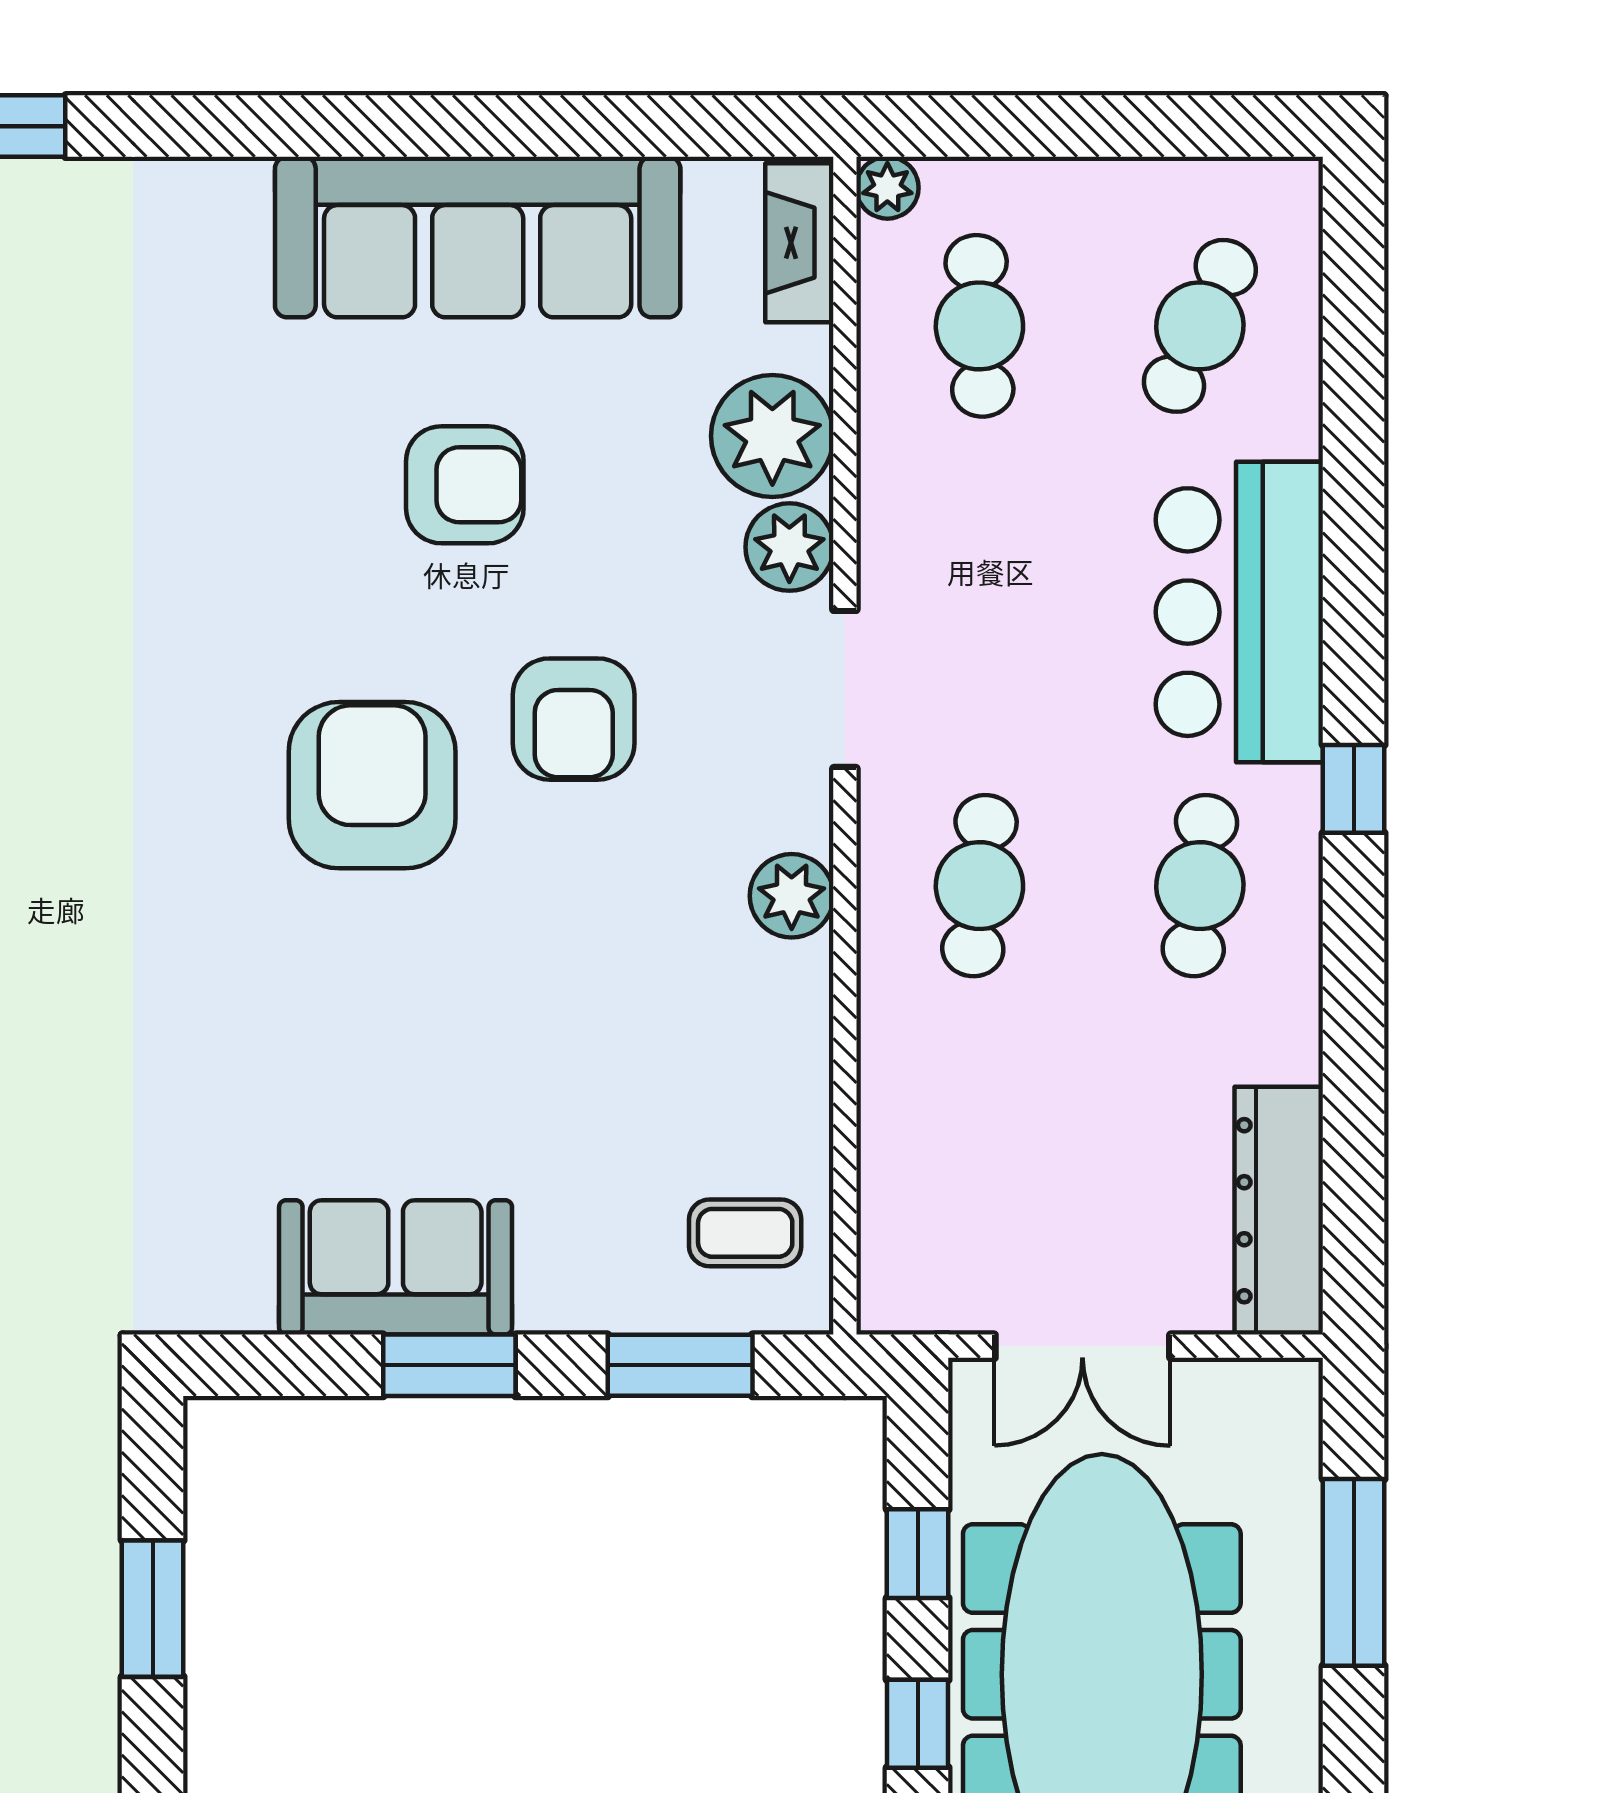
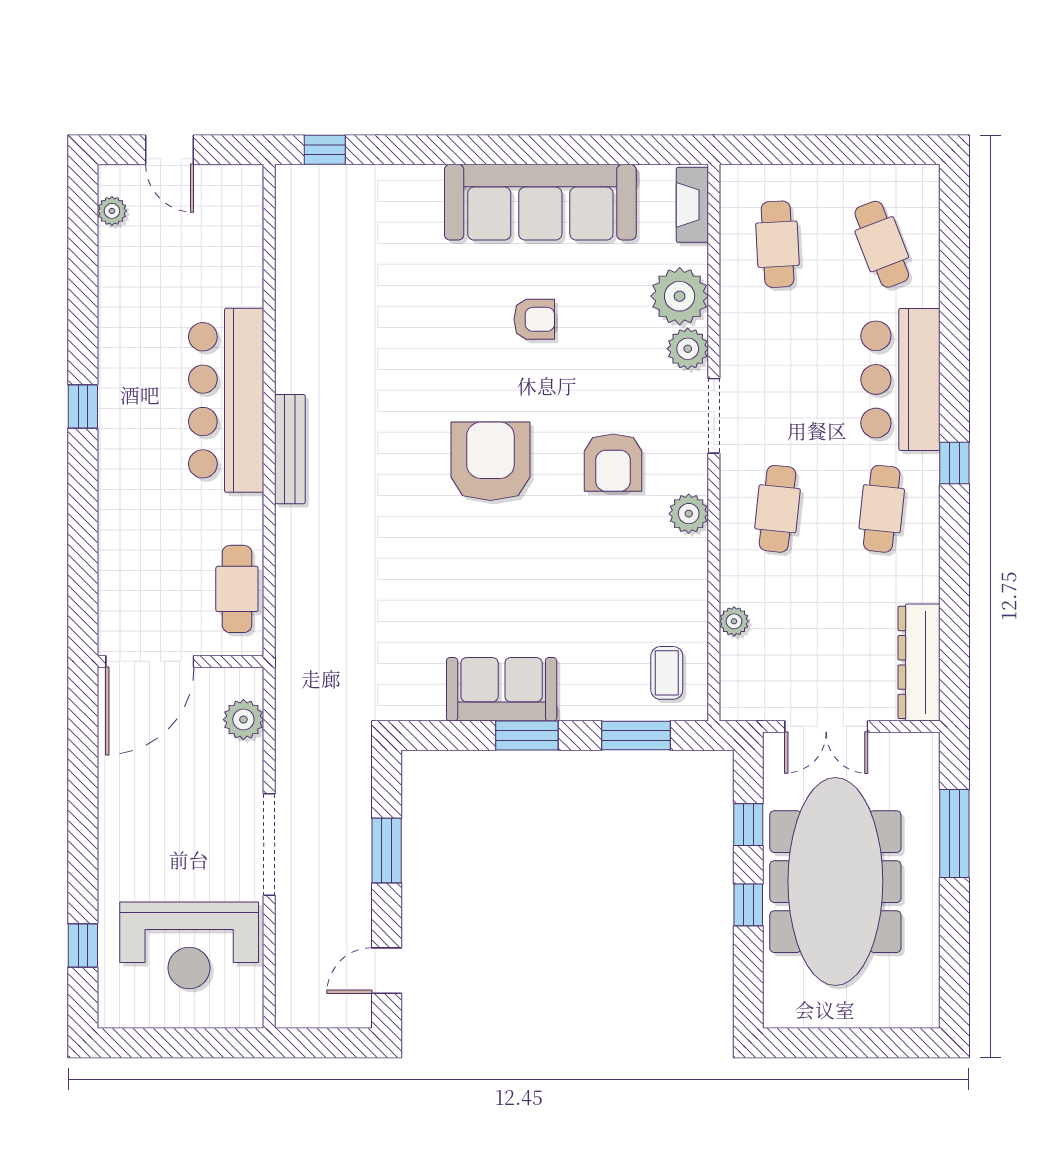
plant: (887, 188) -> (734, 621), moved
cafe table: (1200, 326) -> (882, 244), turned -45
armchair: (465, 485) -> (534, 319), width x0.72, depth x0.72
armchair: (574, 719) -> (613, 463), moved
coffee table: (745, 1233) -> (667, 673), turned 90

